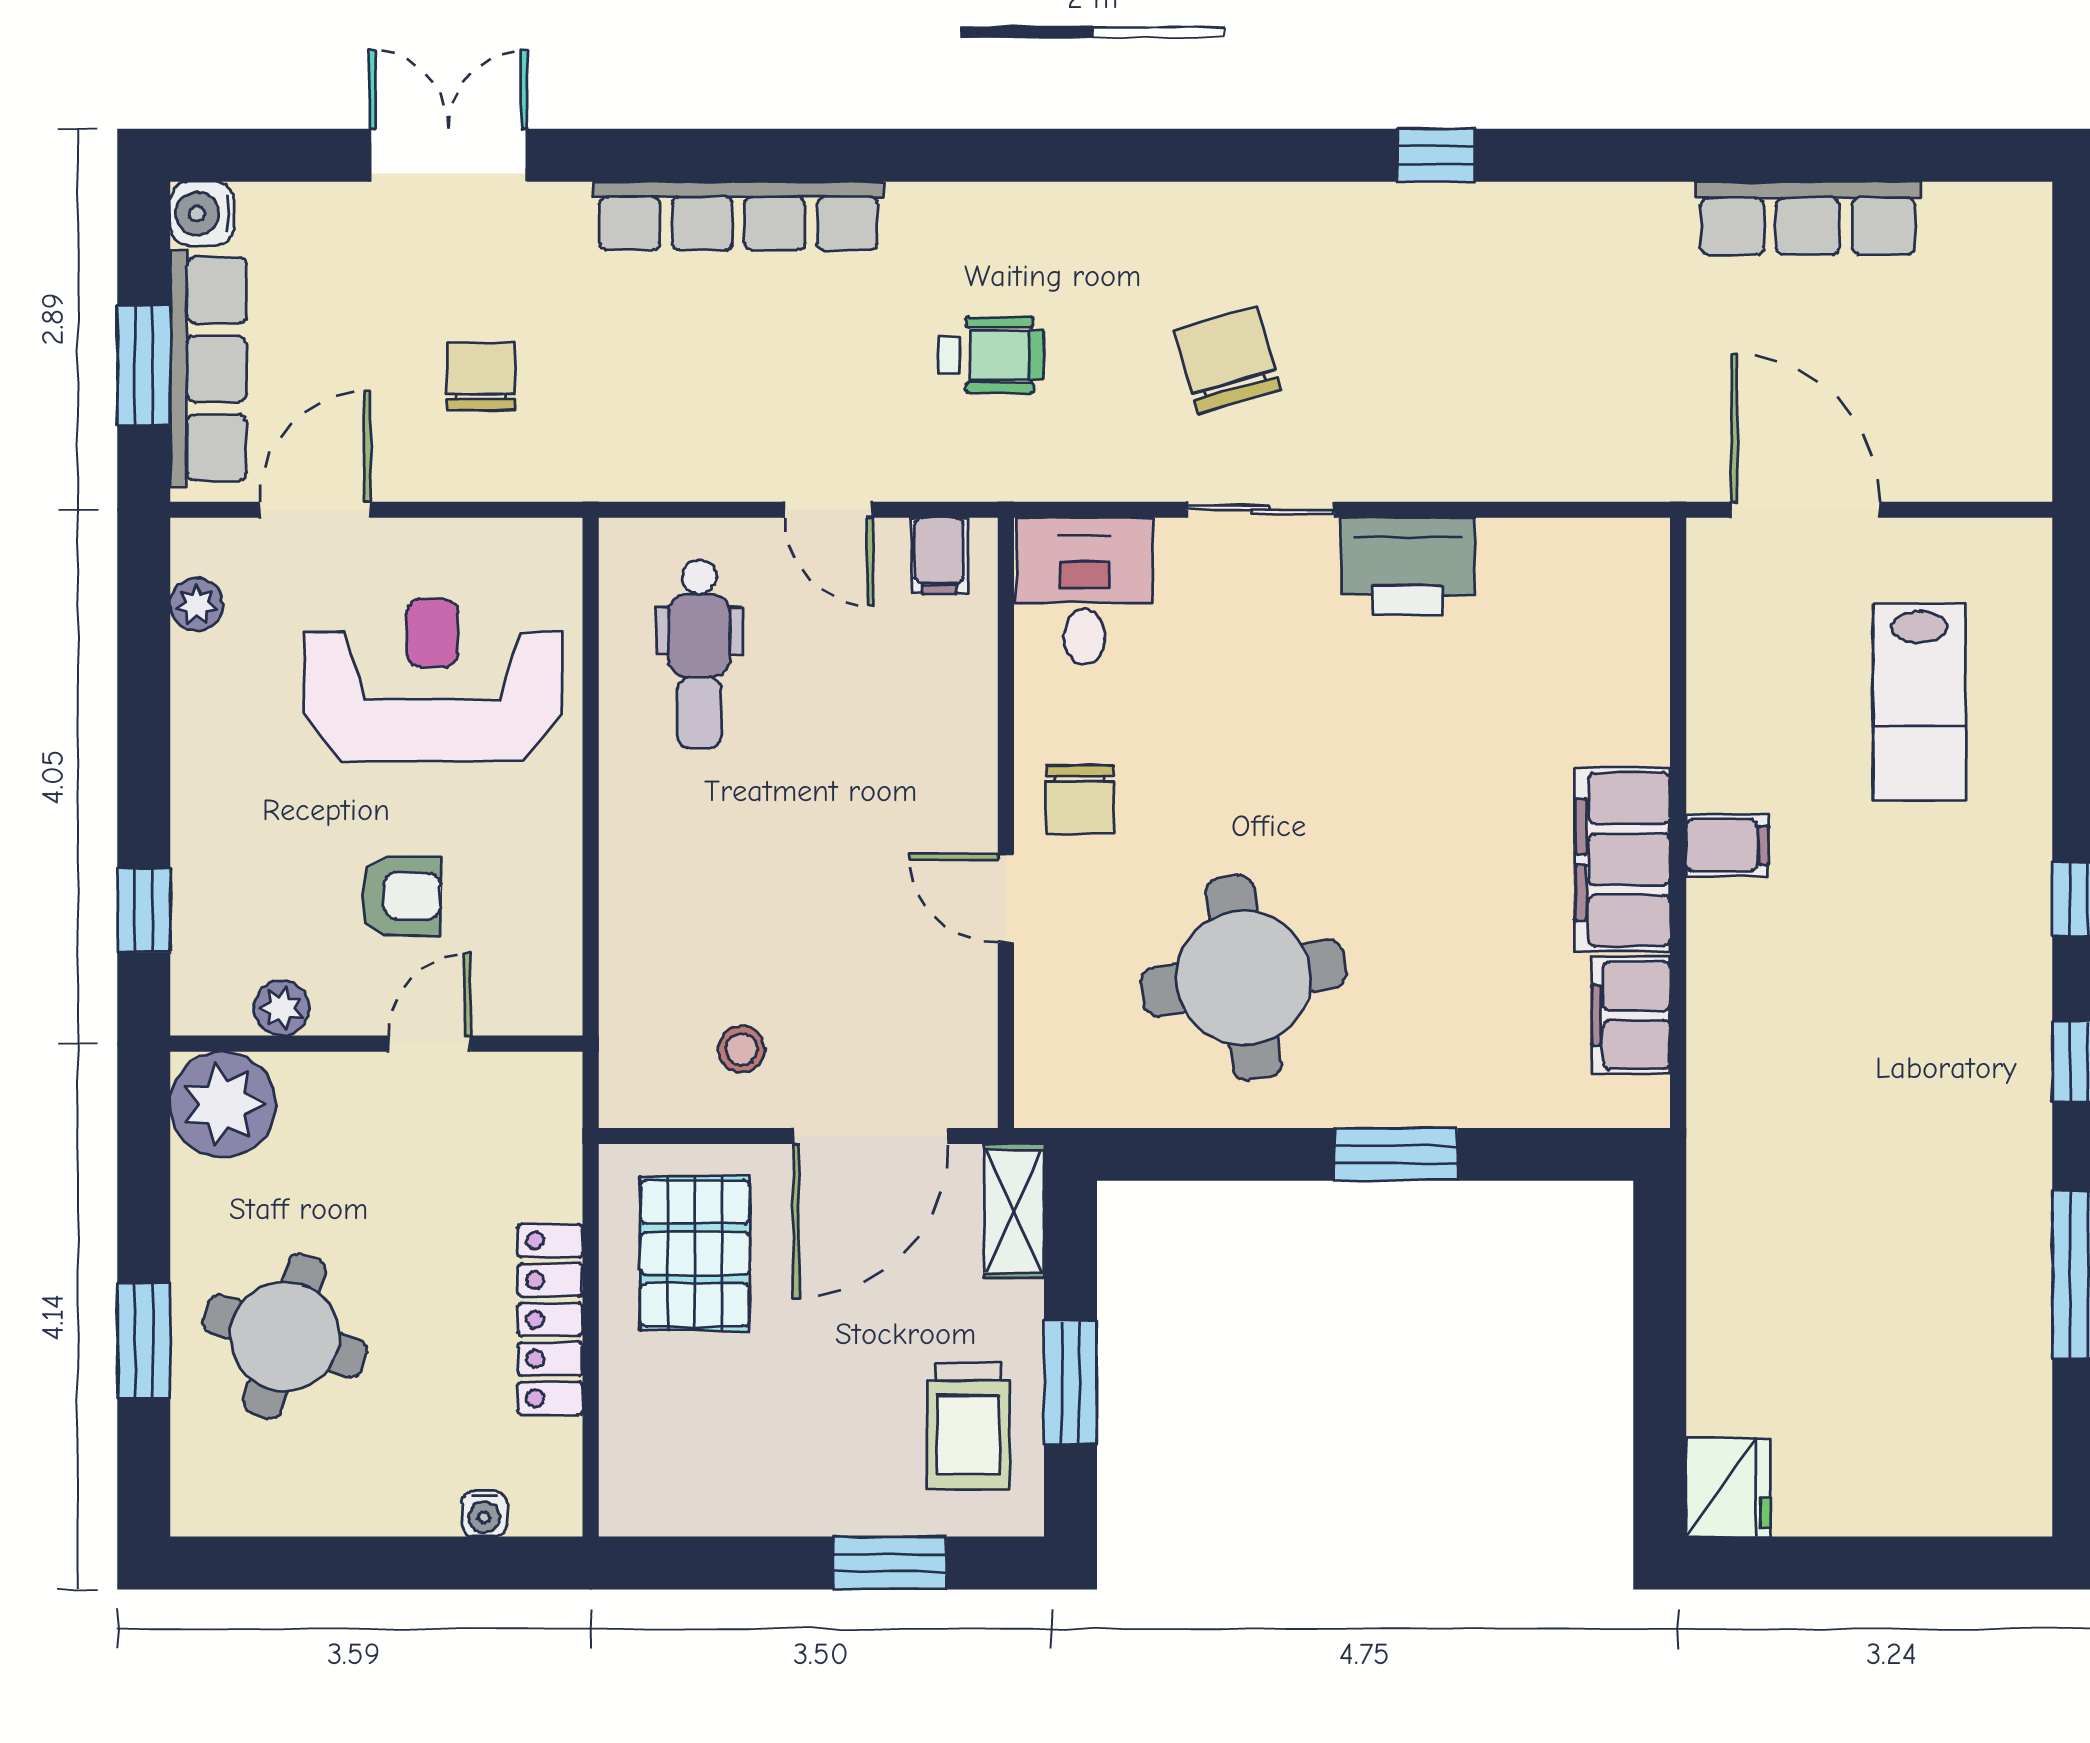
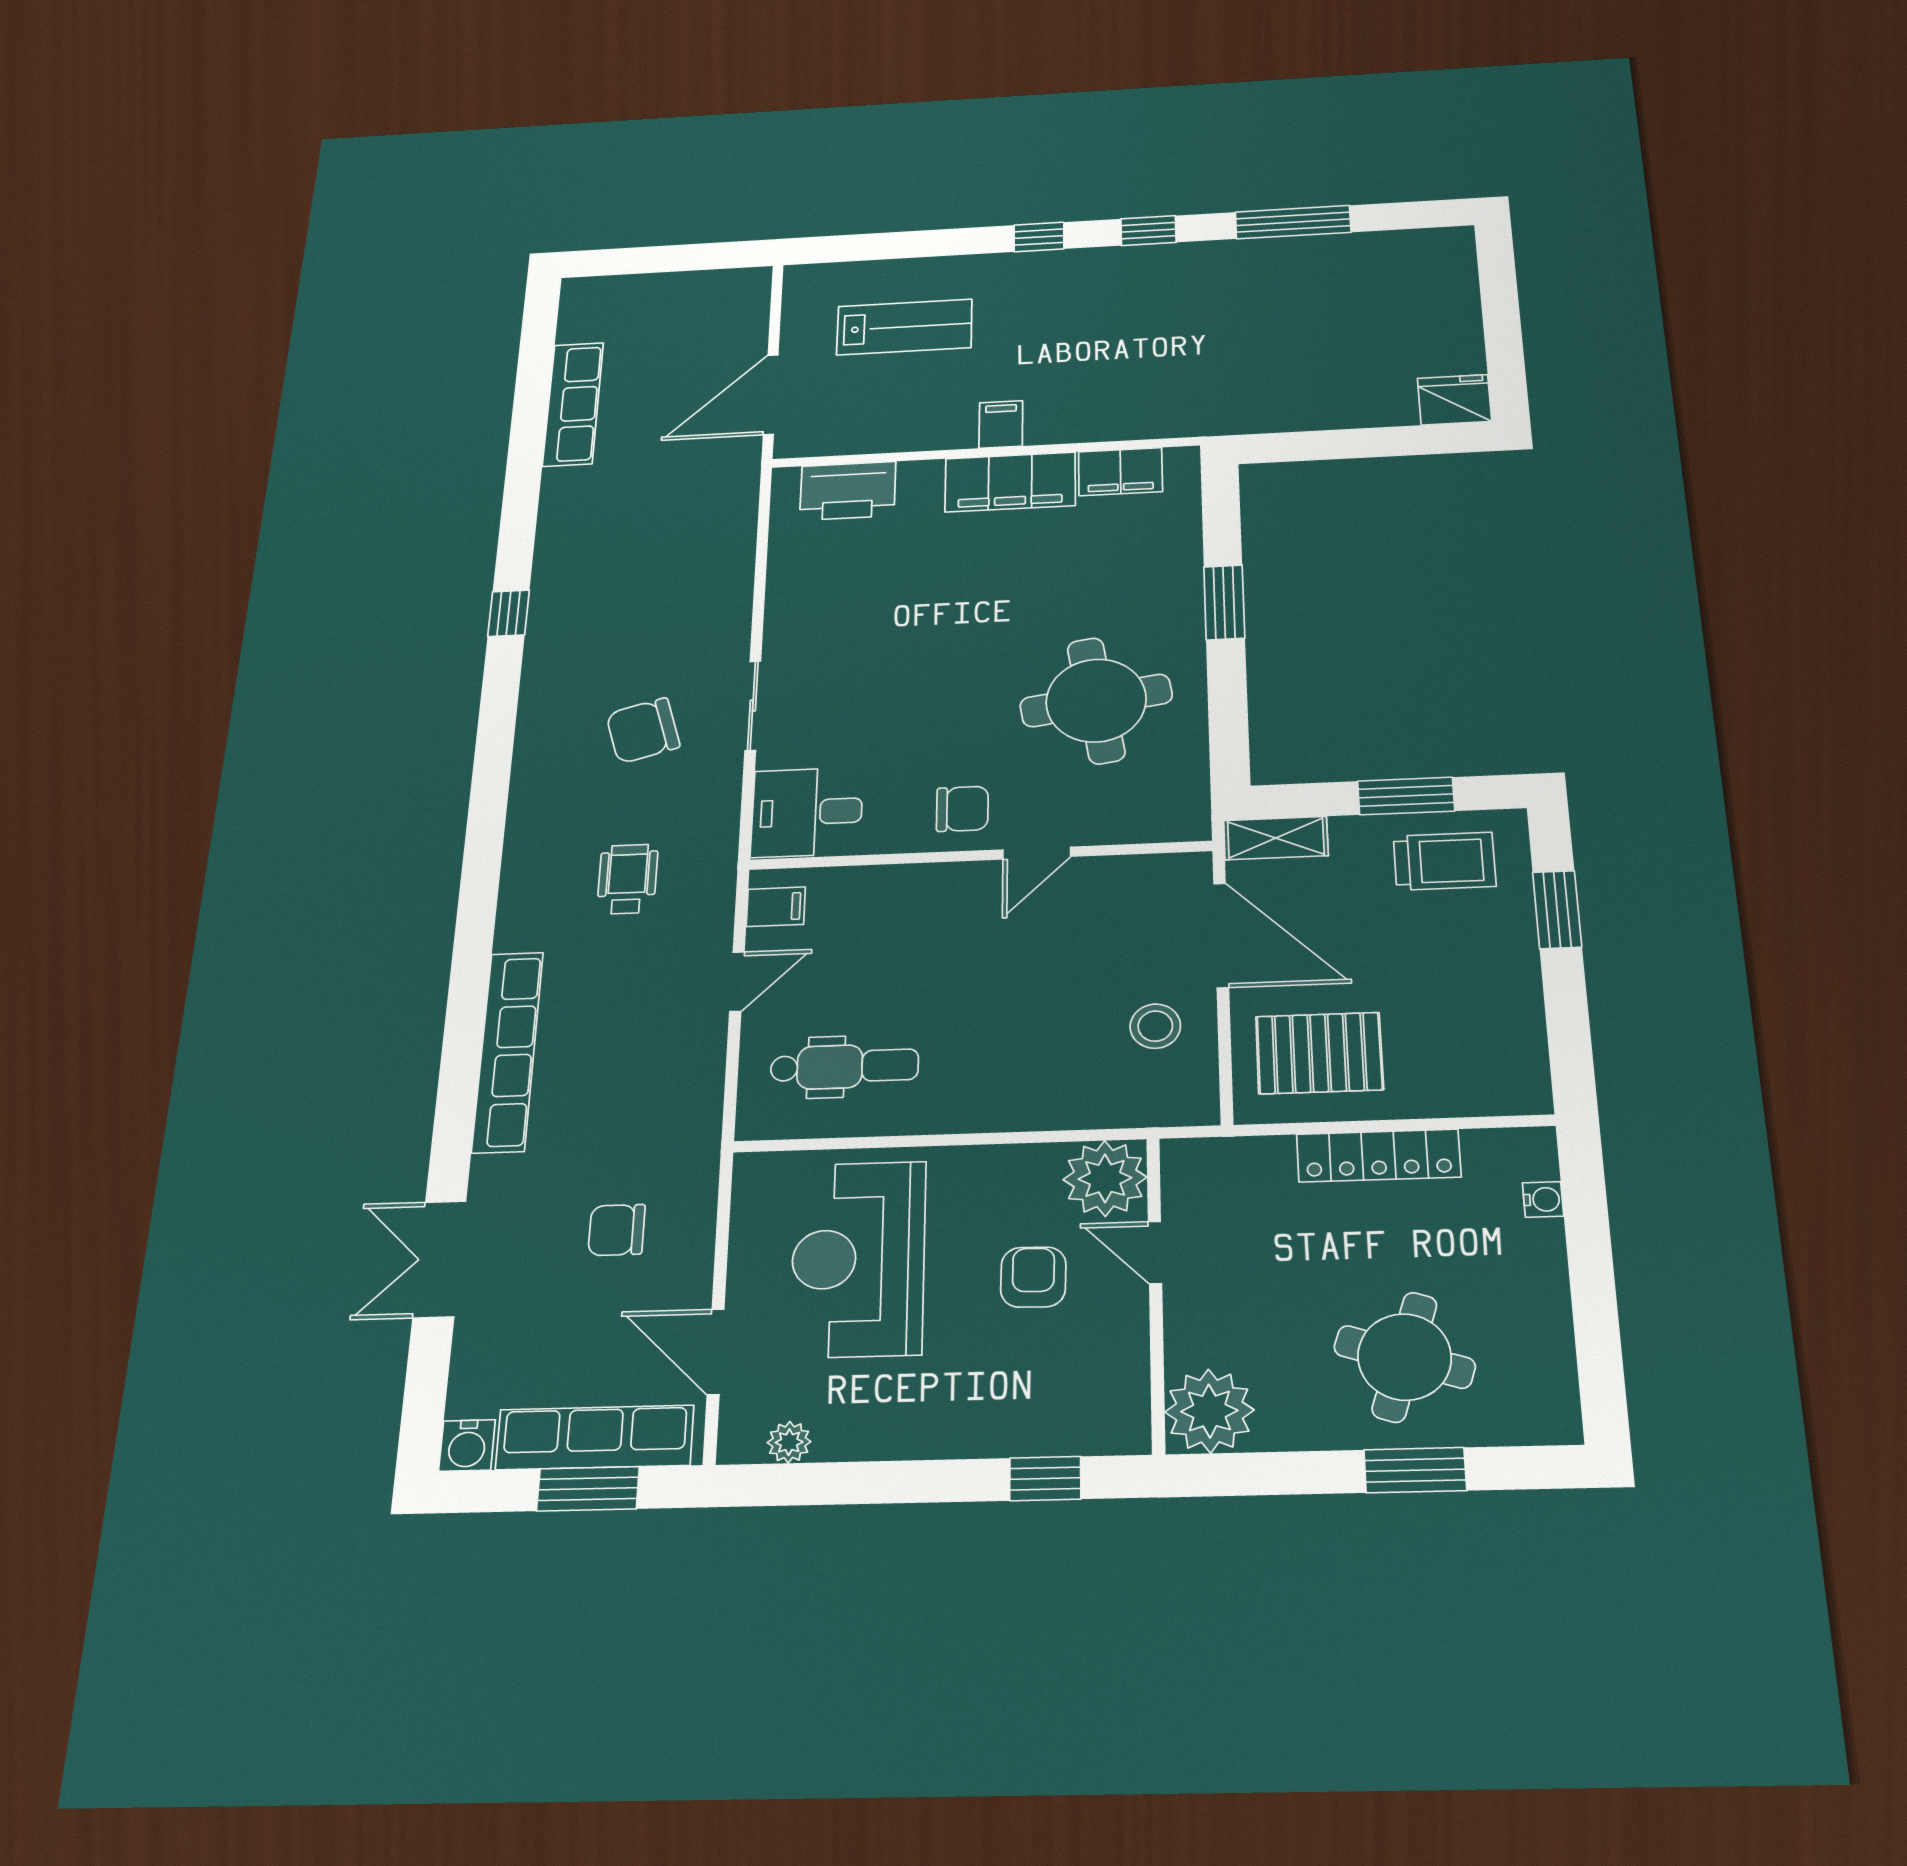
printer: (1408, 566) -> (848, 491), moved, turned 90
plant: (282, 1008) -> (1105, 1178), moved, width x1.88, depth x1.88
stool: (742, 1049) -> (1155, 1026), width x1.37, depth x1.37

